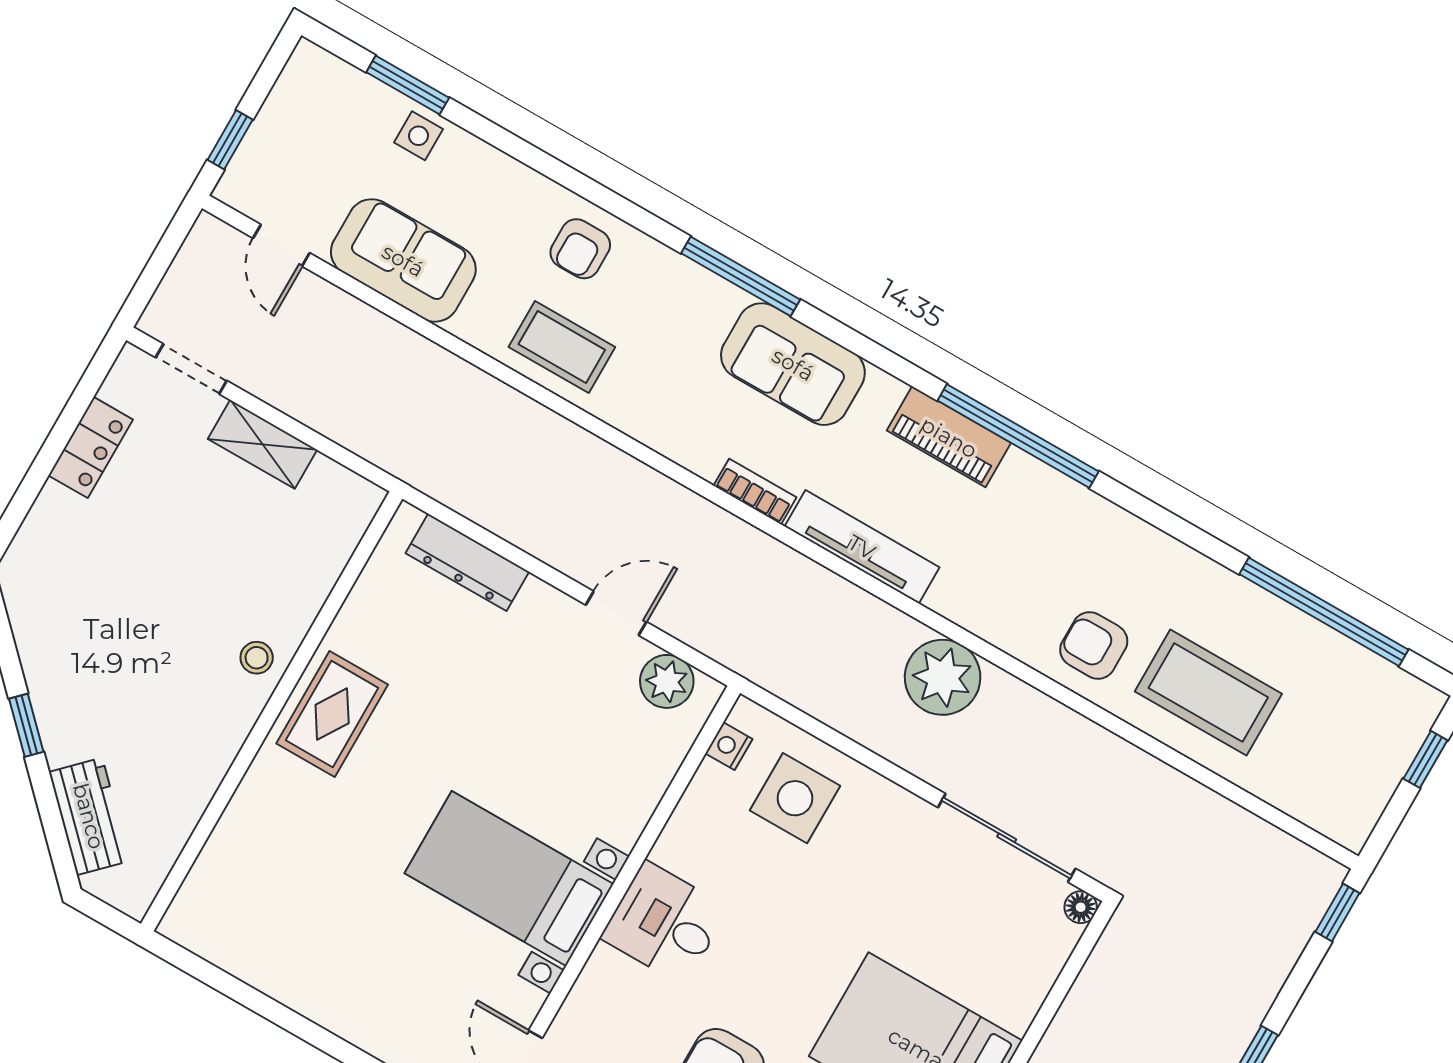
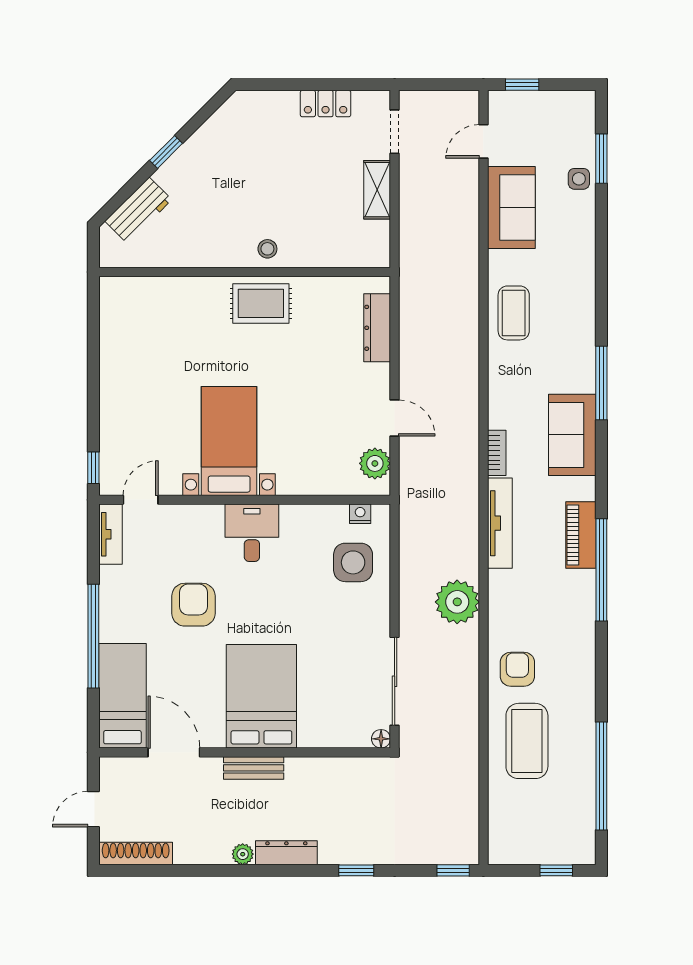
armchair: (580, 249) -> (569, 294), removed

